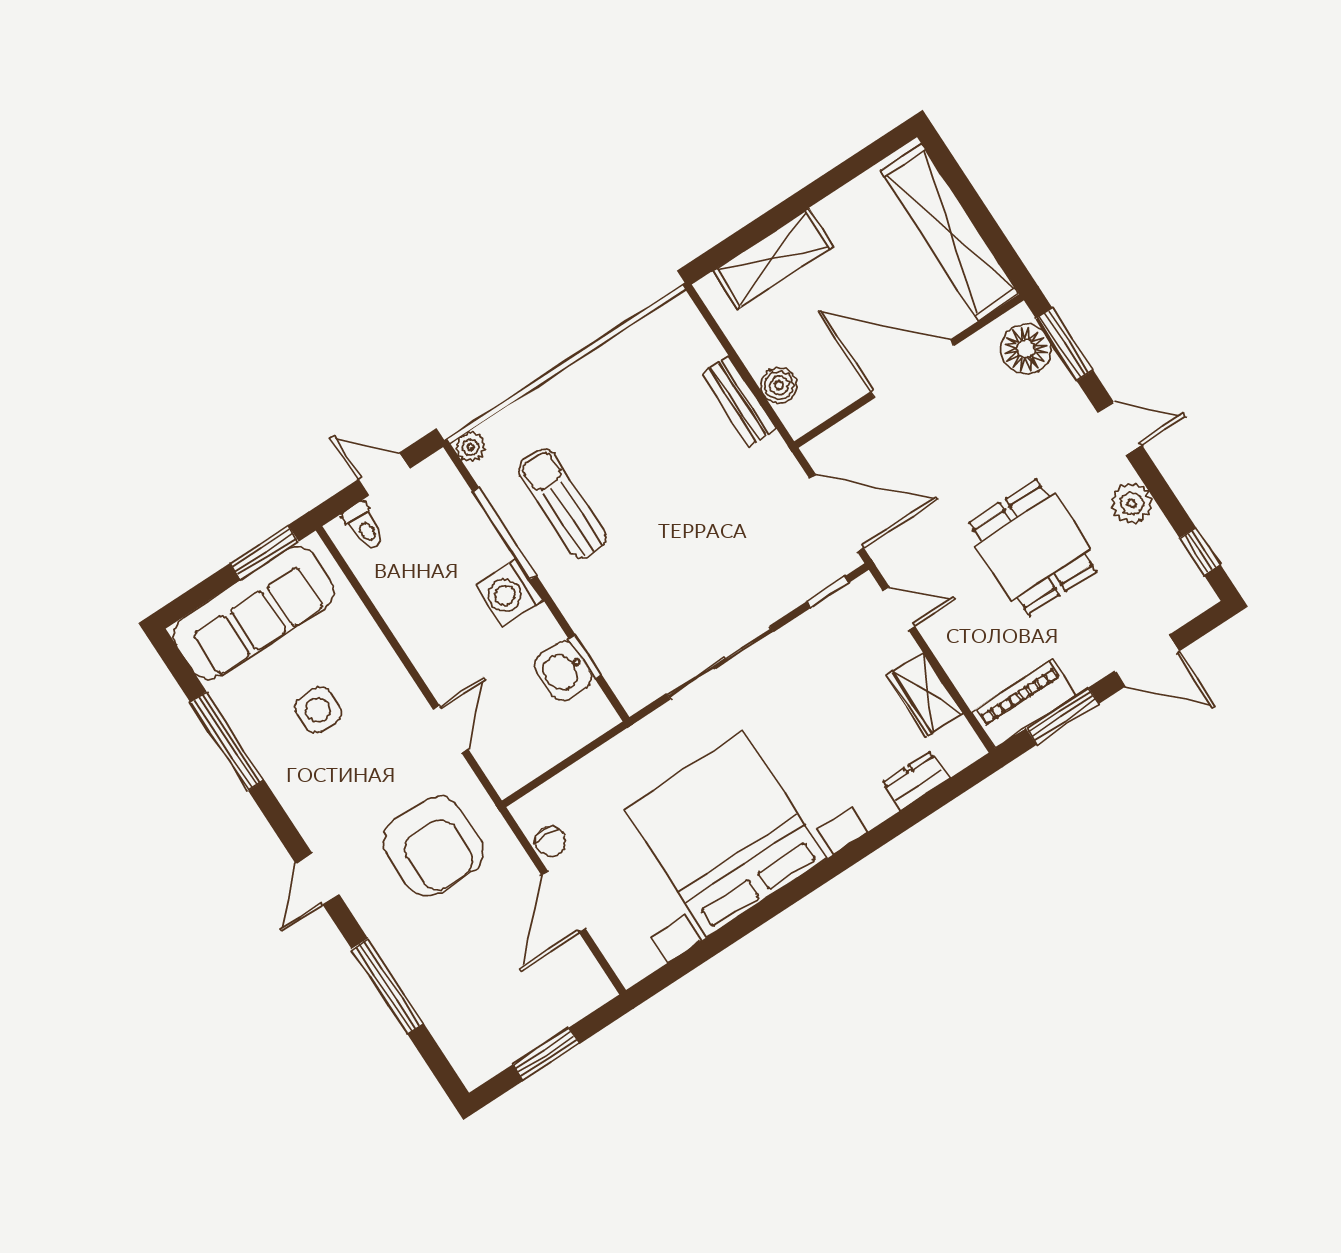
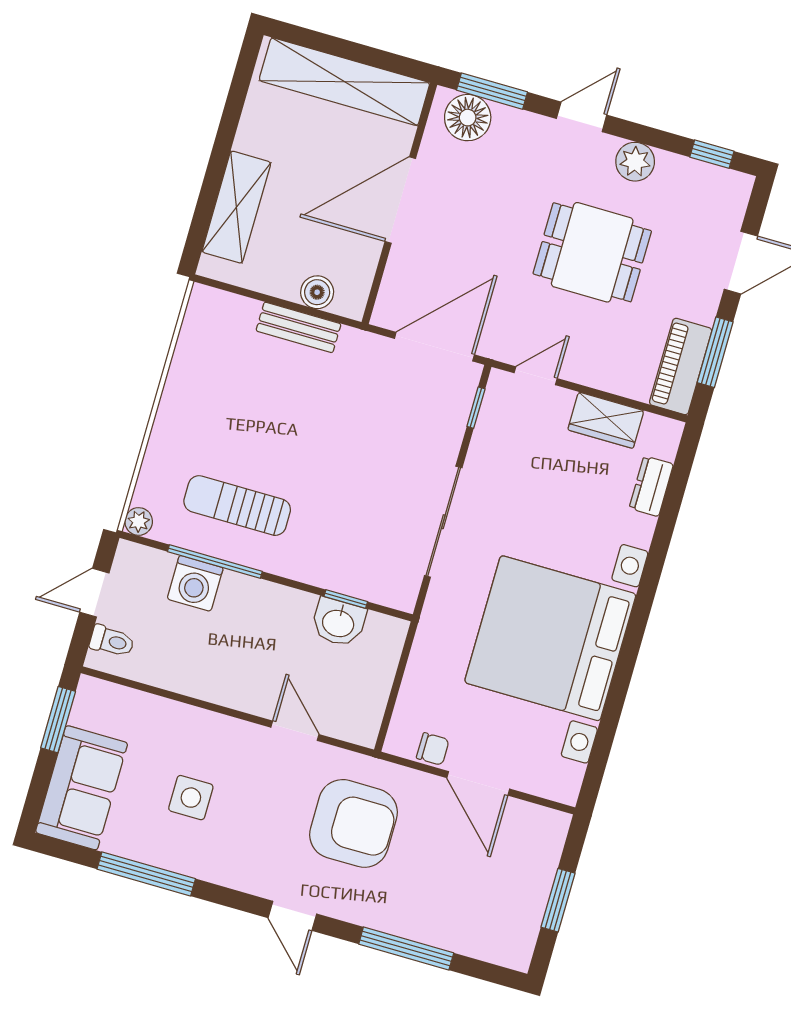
washing machine: (509, 593) -> (195, 583), moved
sofa: (254, 613) -> (82, 788), width x0.73

